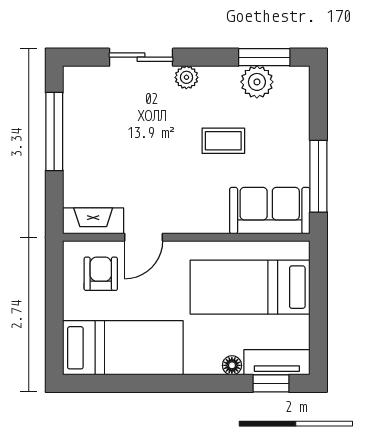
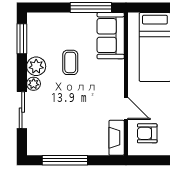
plant: (257, 82) -> (36, 66), moved

